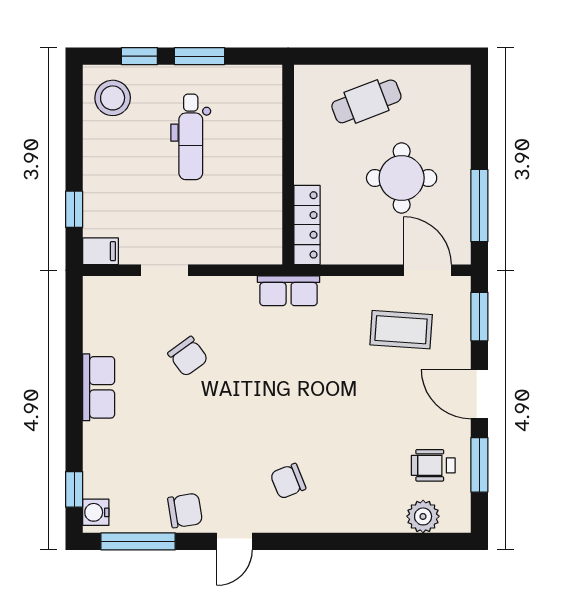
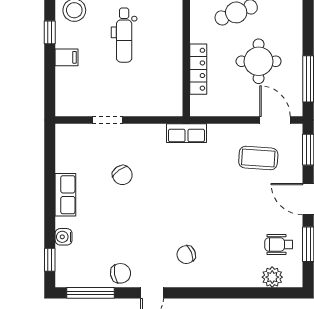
window: (74, 209) -> (50, 32), moved
locker: (307, 225) -> (198, 69), moved
filing cabinet: (100, 251) -> (67, 57), moved
water cooler: (96, 512) -> (64, 237), moved

